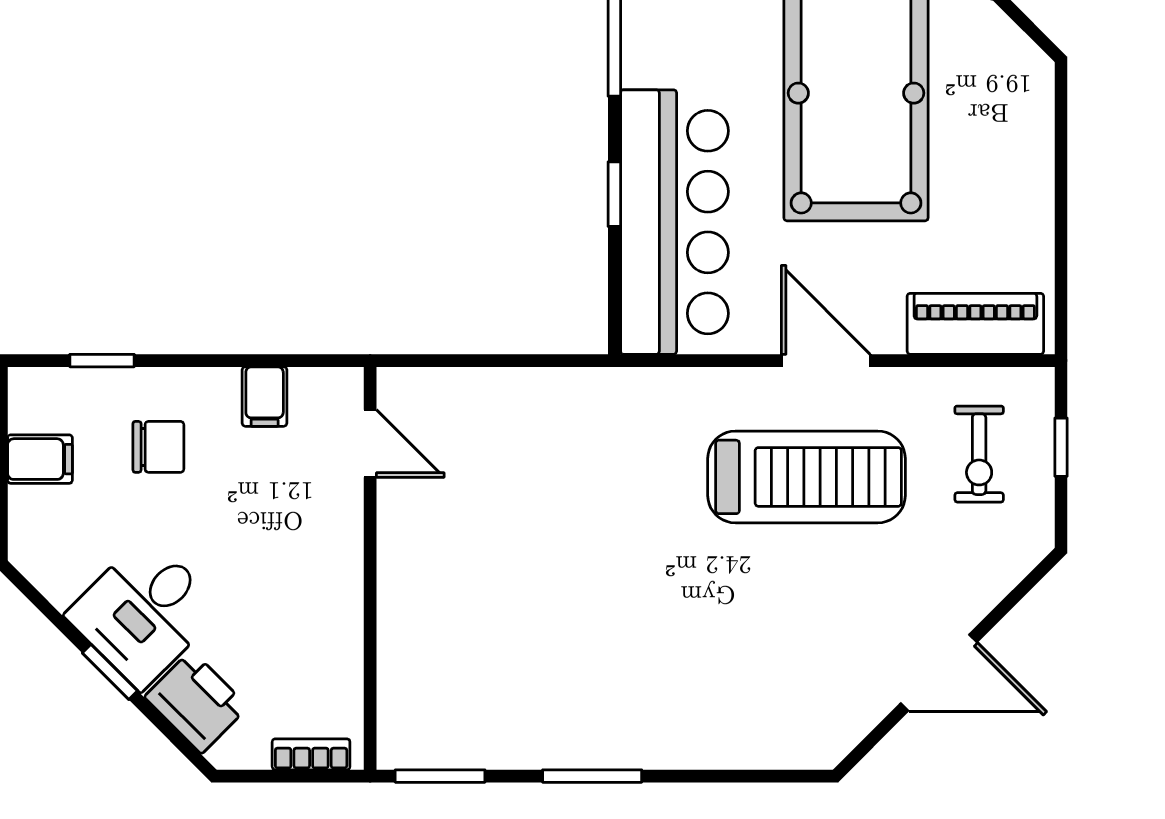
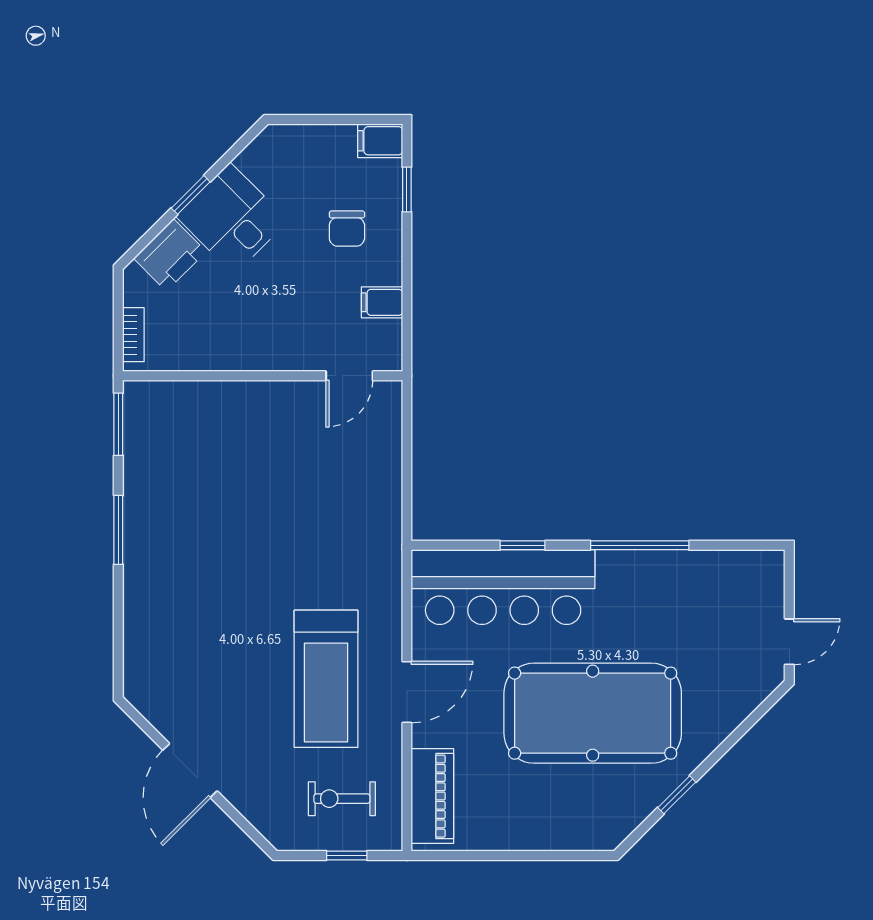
filing cabinet: (40, 459) -> (380, 141), moved, turned 90

